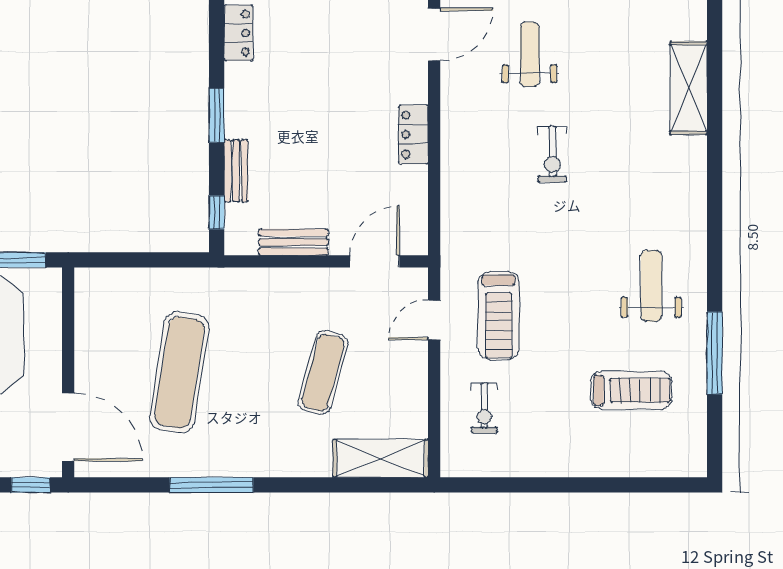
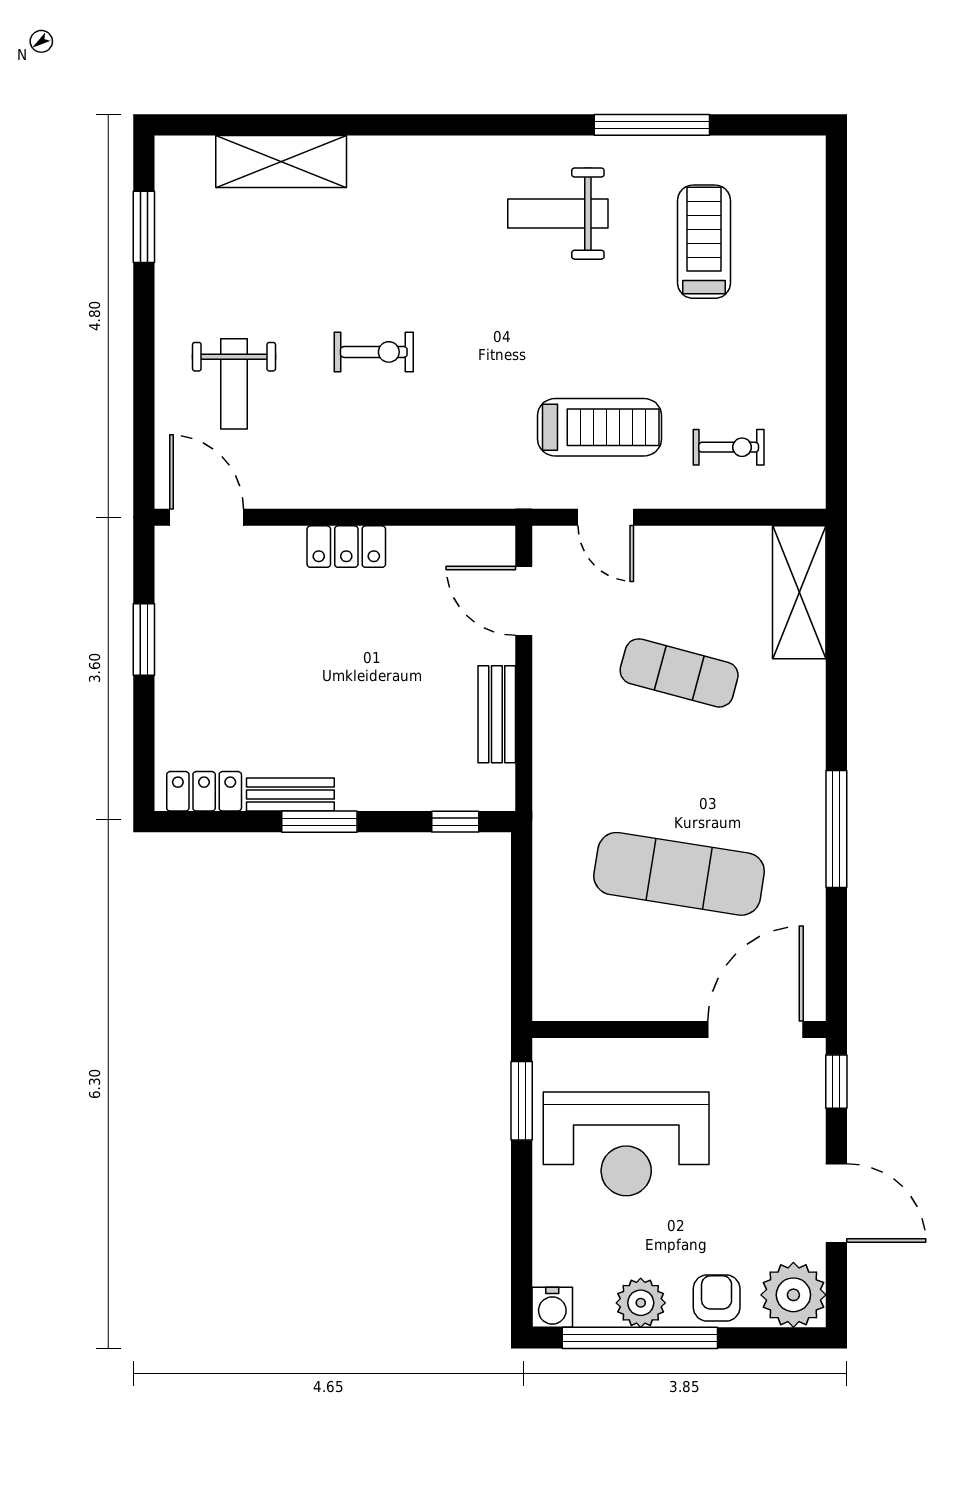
weight bench: (530, 54) -> (234, 384), turned -90
bench: (236, 171) -> (290, 794), moved

